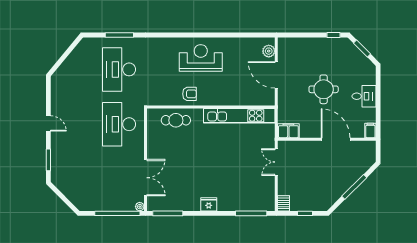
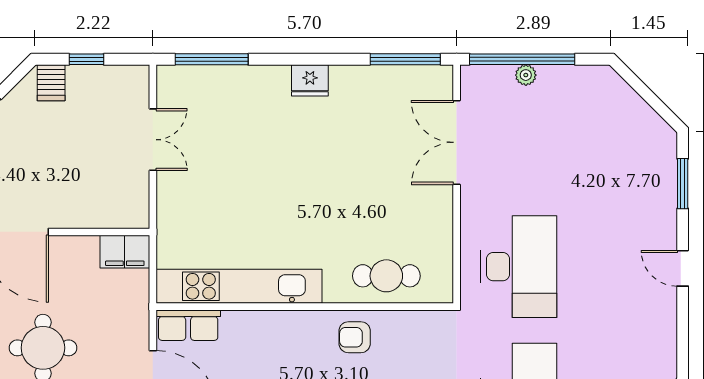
row of seats: (261, 99) -> (188, 325), added
double door: (276, 162) -> (153, 140), moved
server rack: (284, 203) -> (51, 83), moved
plant: (140, 207) -> (526, 75), moved

